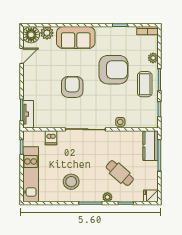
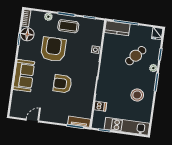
plant: (47, 33) -> (17, 98), removed
floor lamp: (31, 35) -> (27, 34), moved
door: (22, 56) -> (32, 120), hinge flipped

